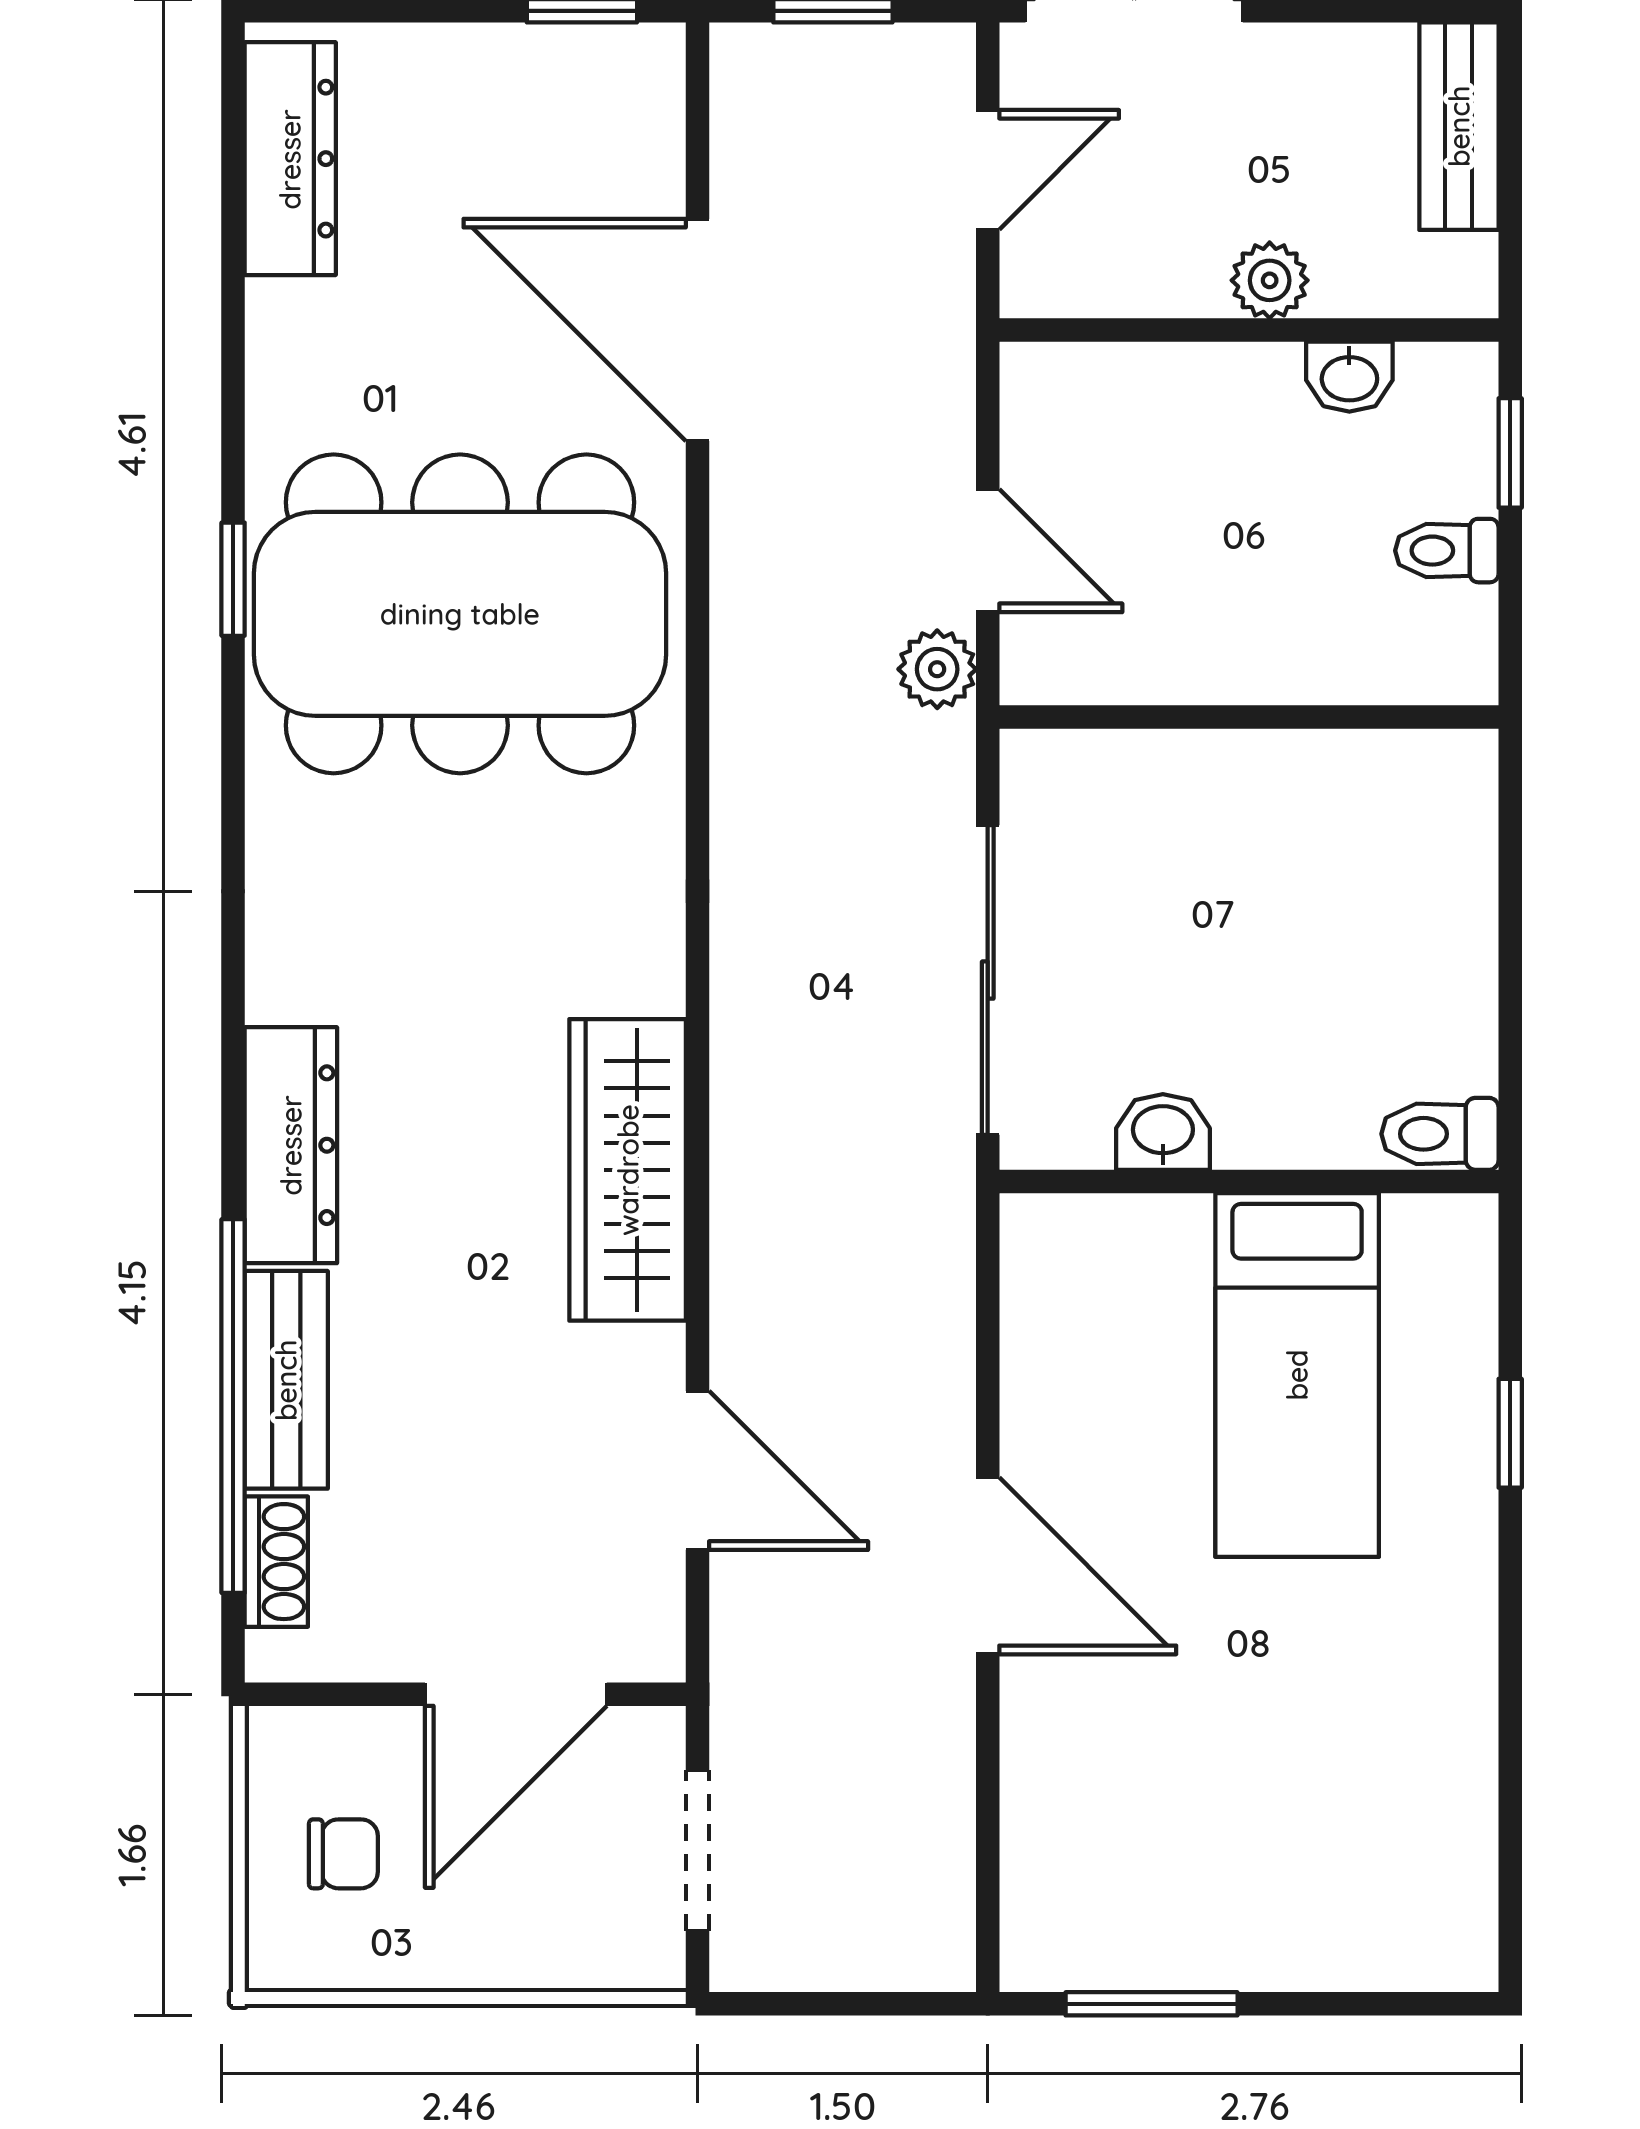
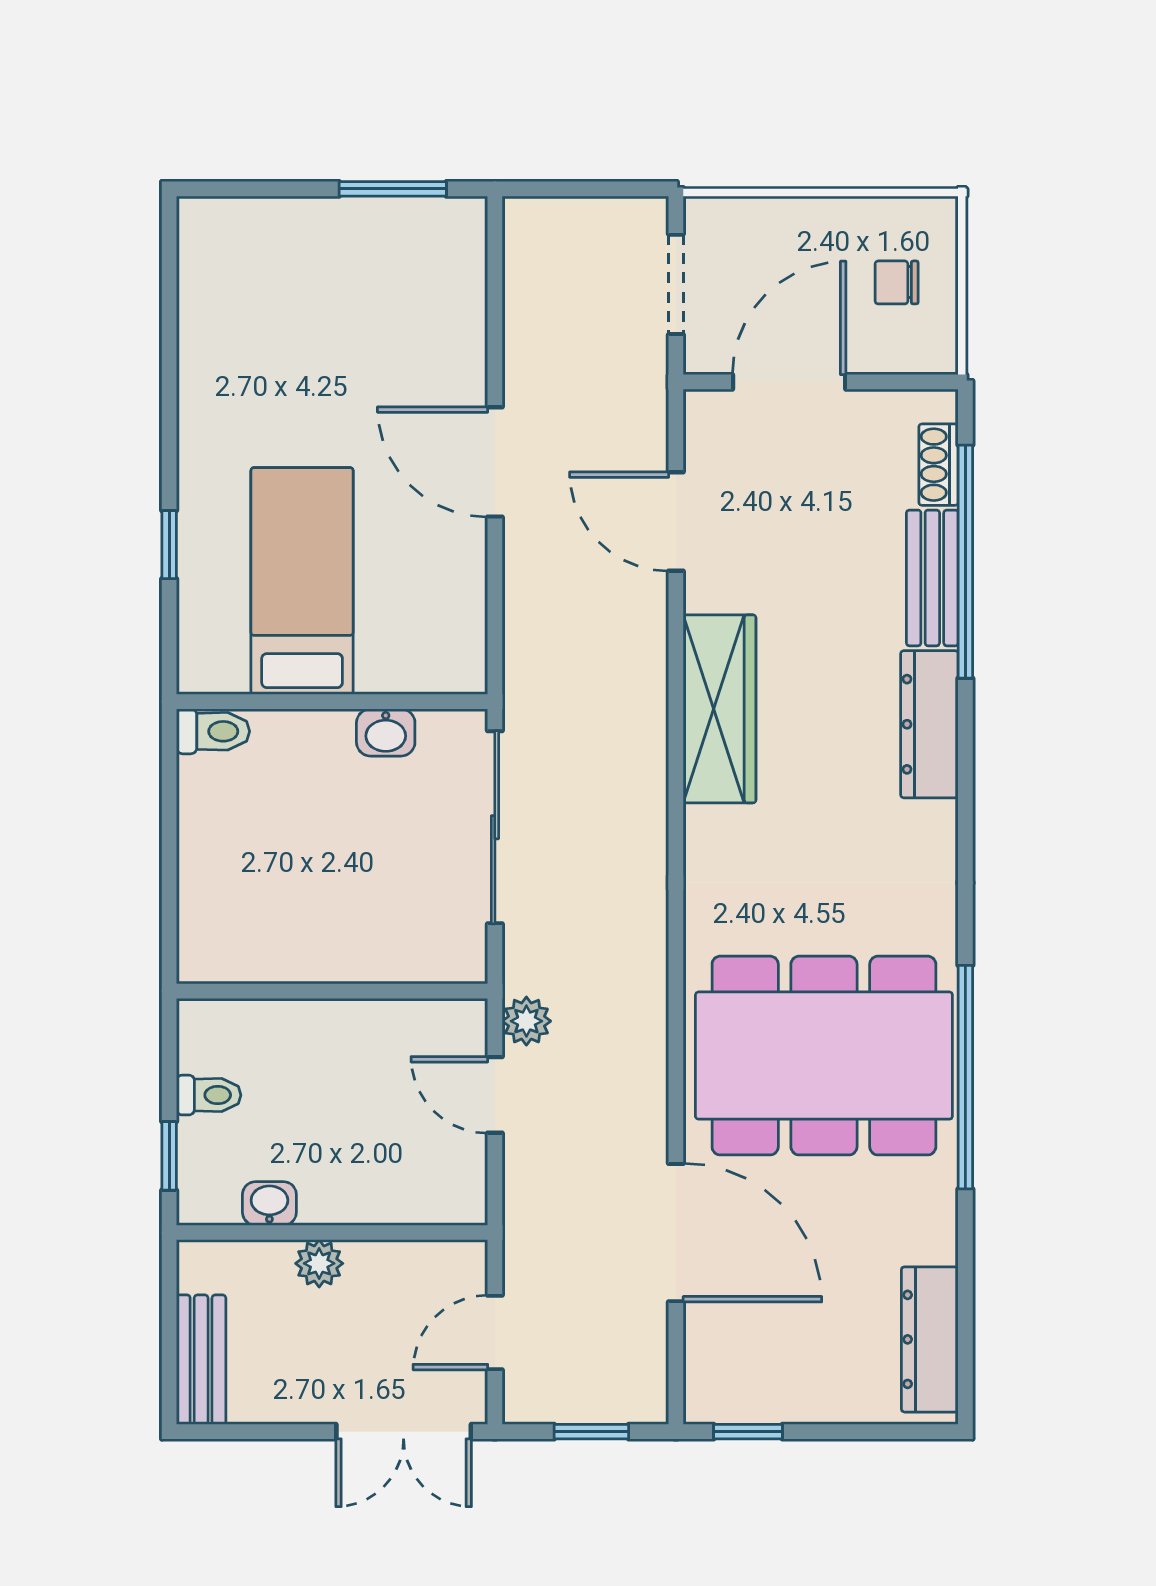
window: (233, 579) -> (965, 1077), width x3.17

